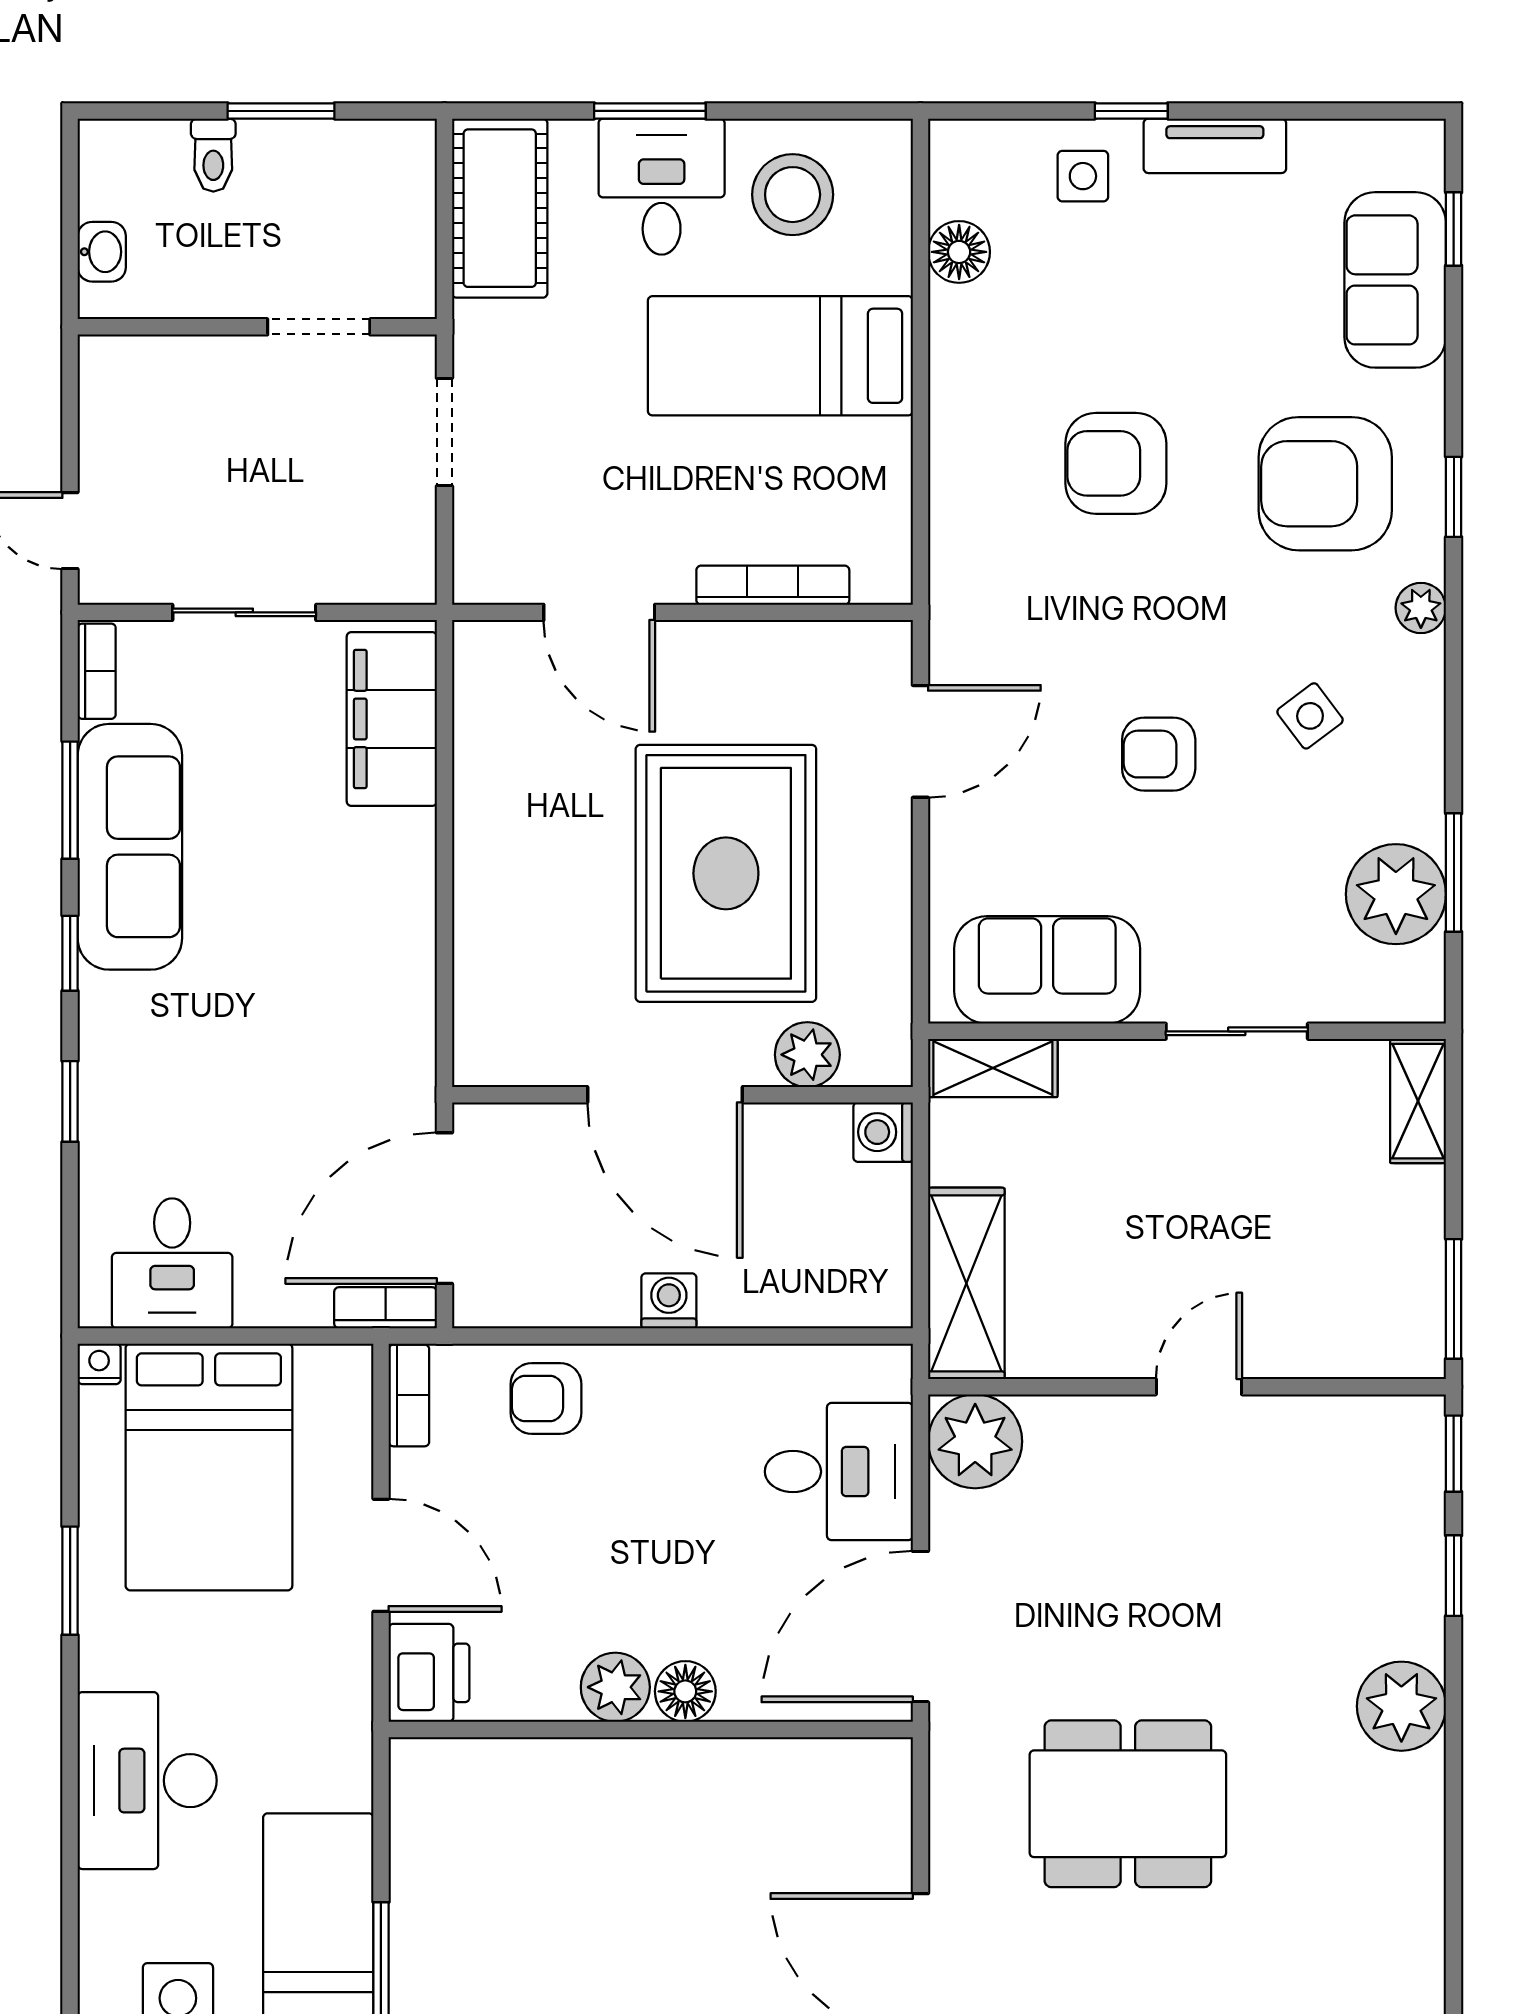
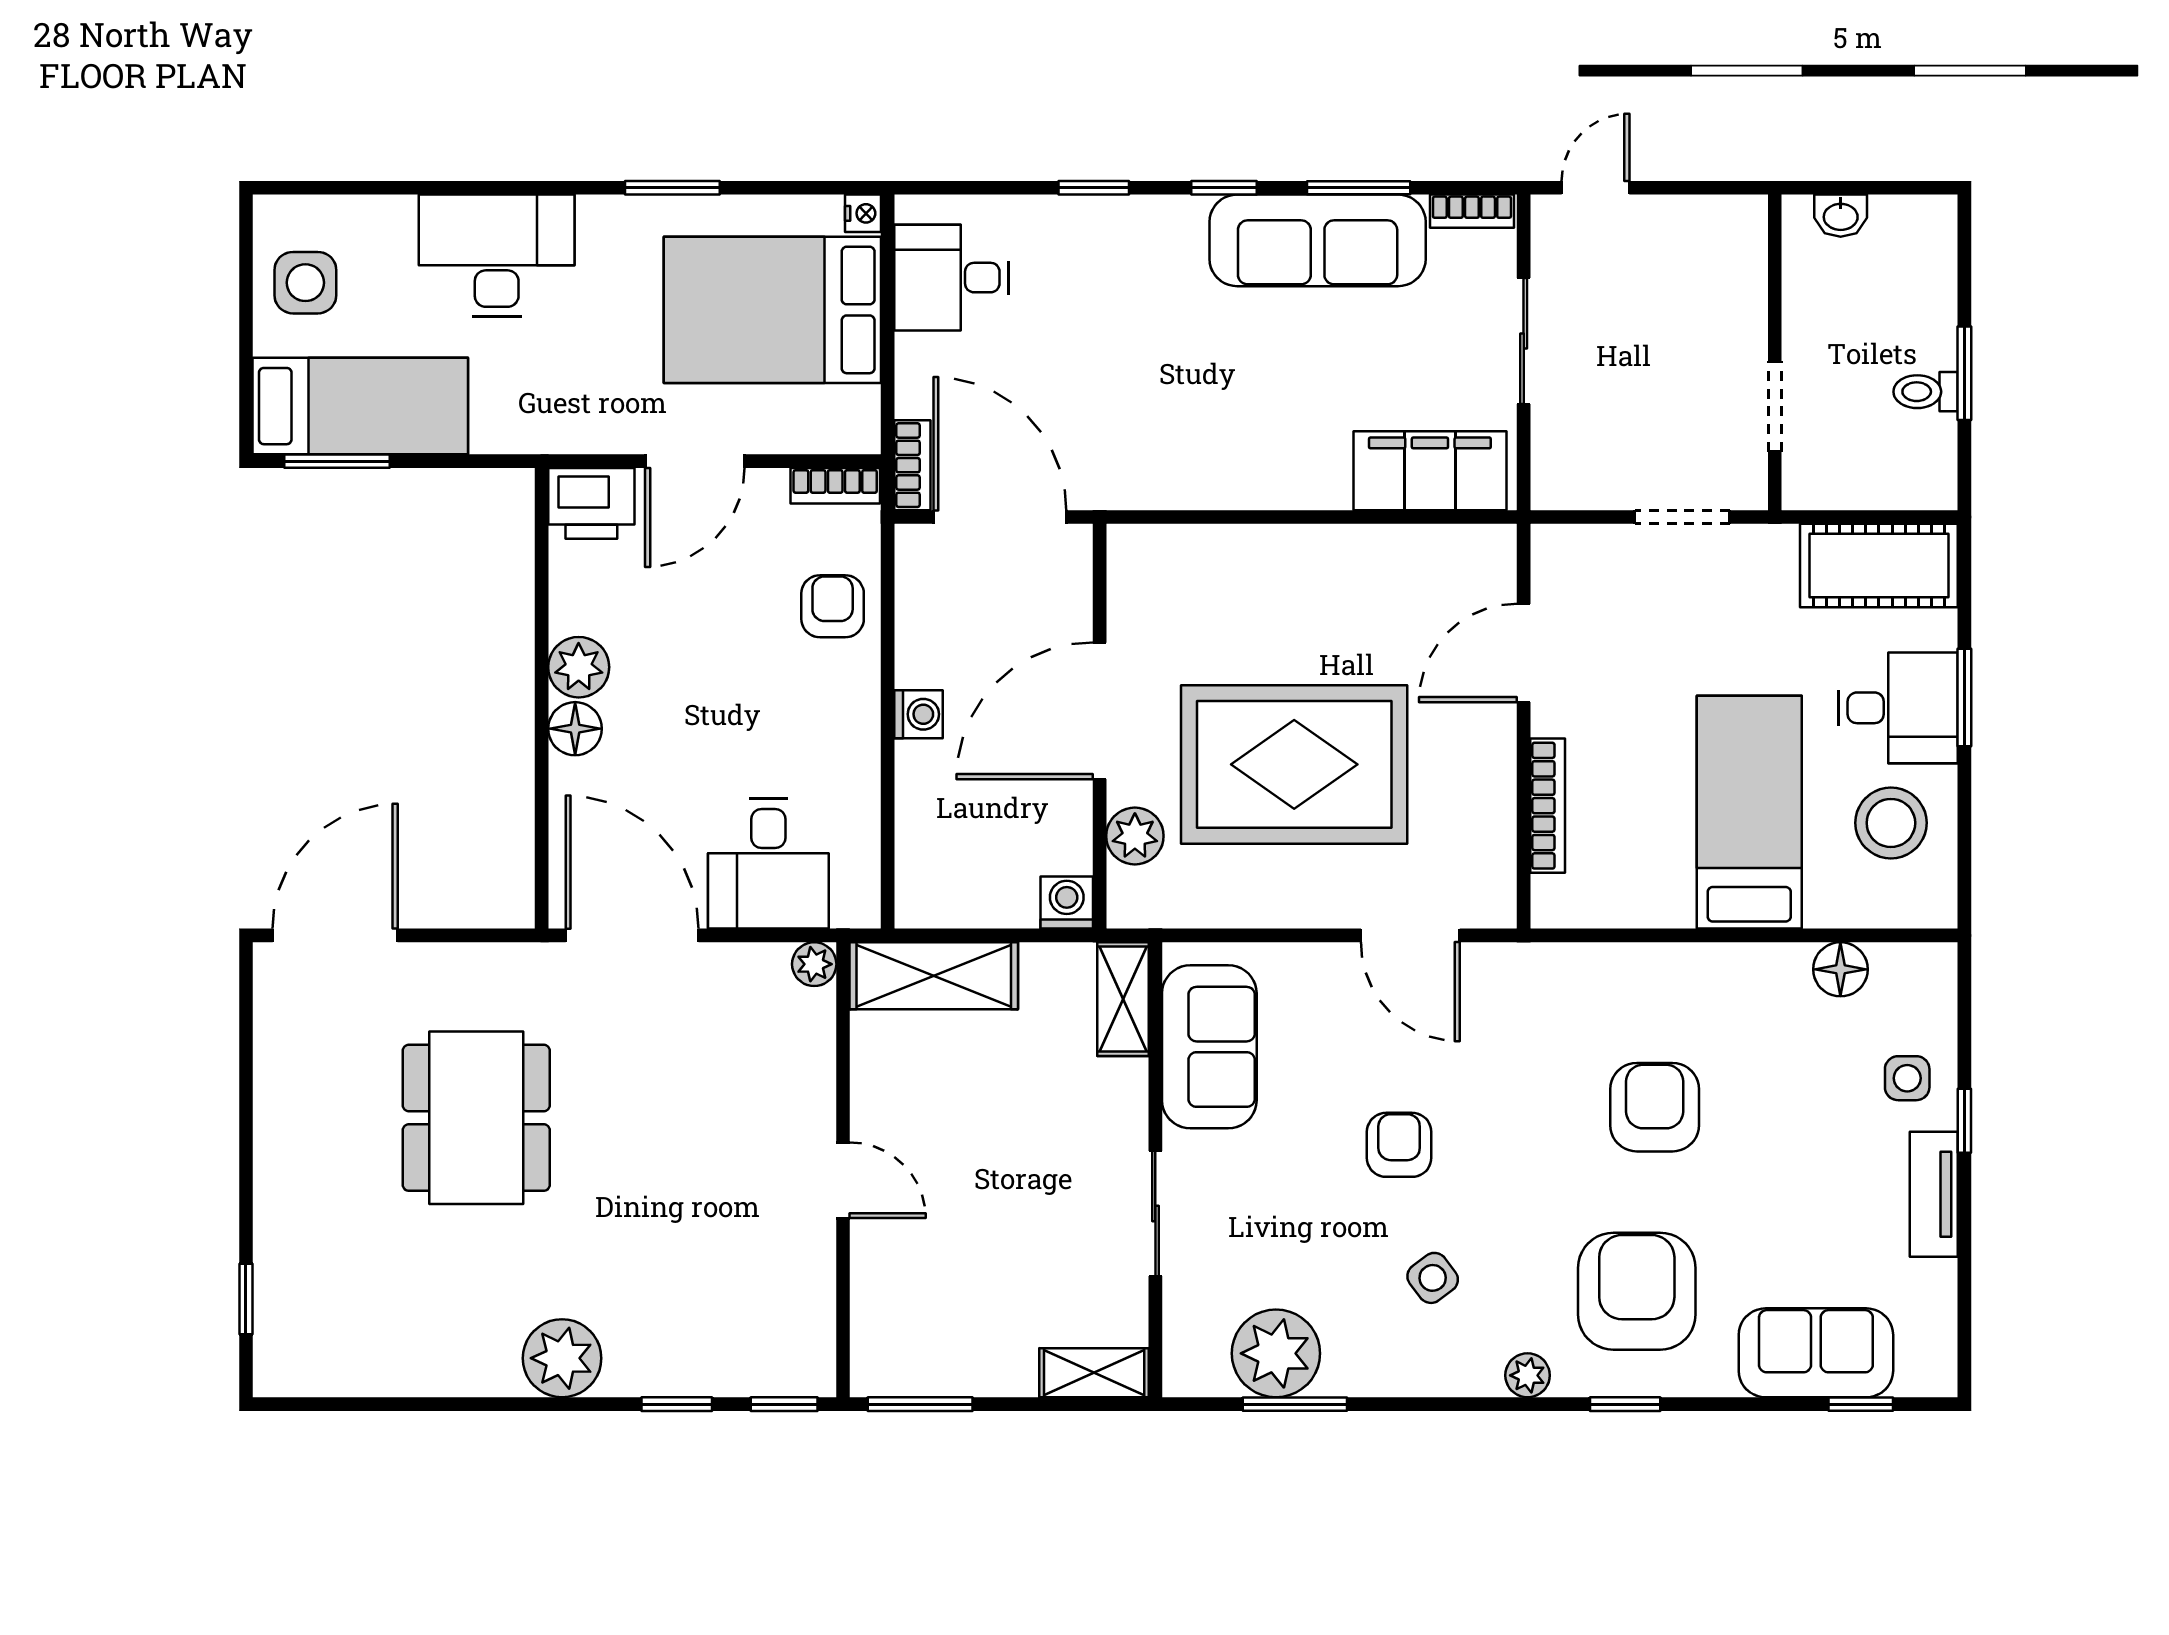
toilet: (213, 155) -> (1926, 392), moved
plant: (975, 1441) -> (814, 964), width x0.53, depth x0.53

